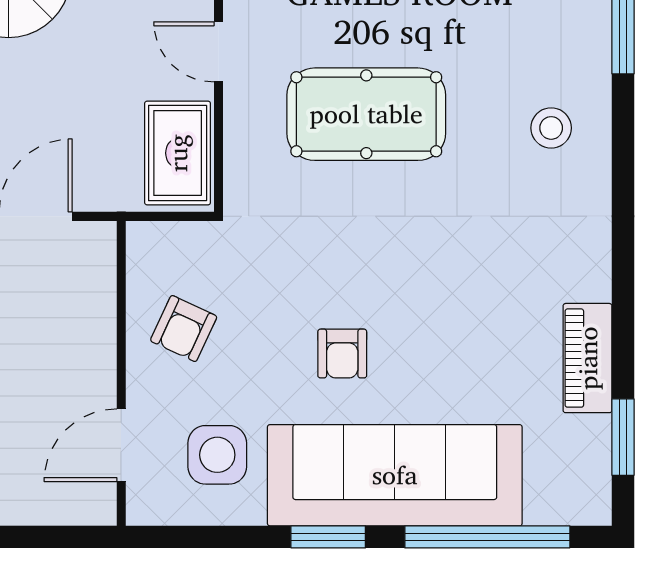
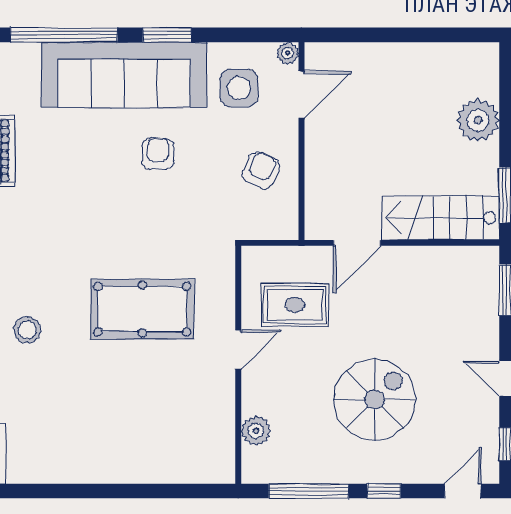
door: (218, 52) -> (238, 350), hinge flipped
stool: (551, 128) -> (27, 330), moved
rug: (178, 153) -> (295, 305), moved, turned 90
plant: (142, 509) -> (288, 53), added

